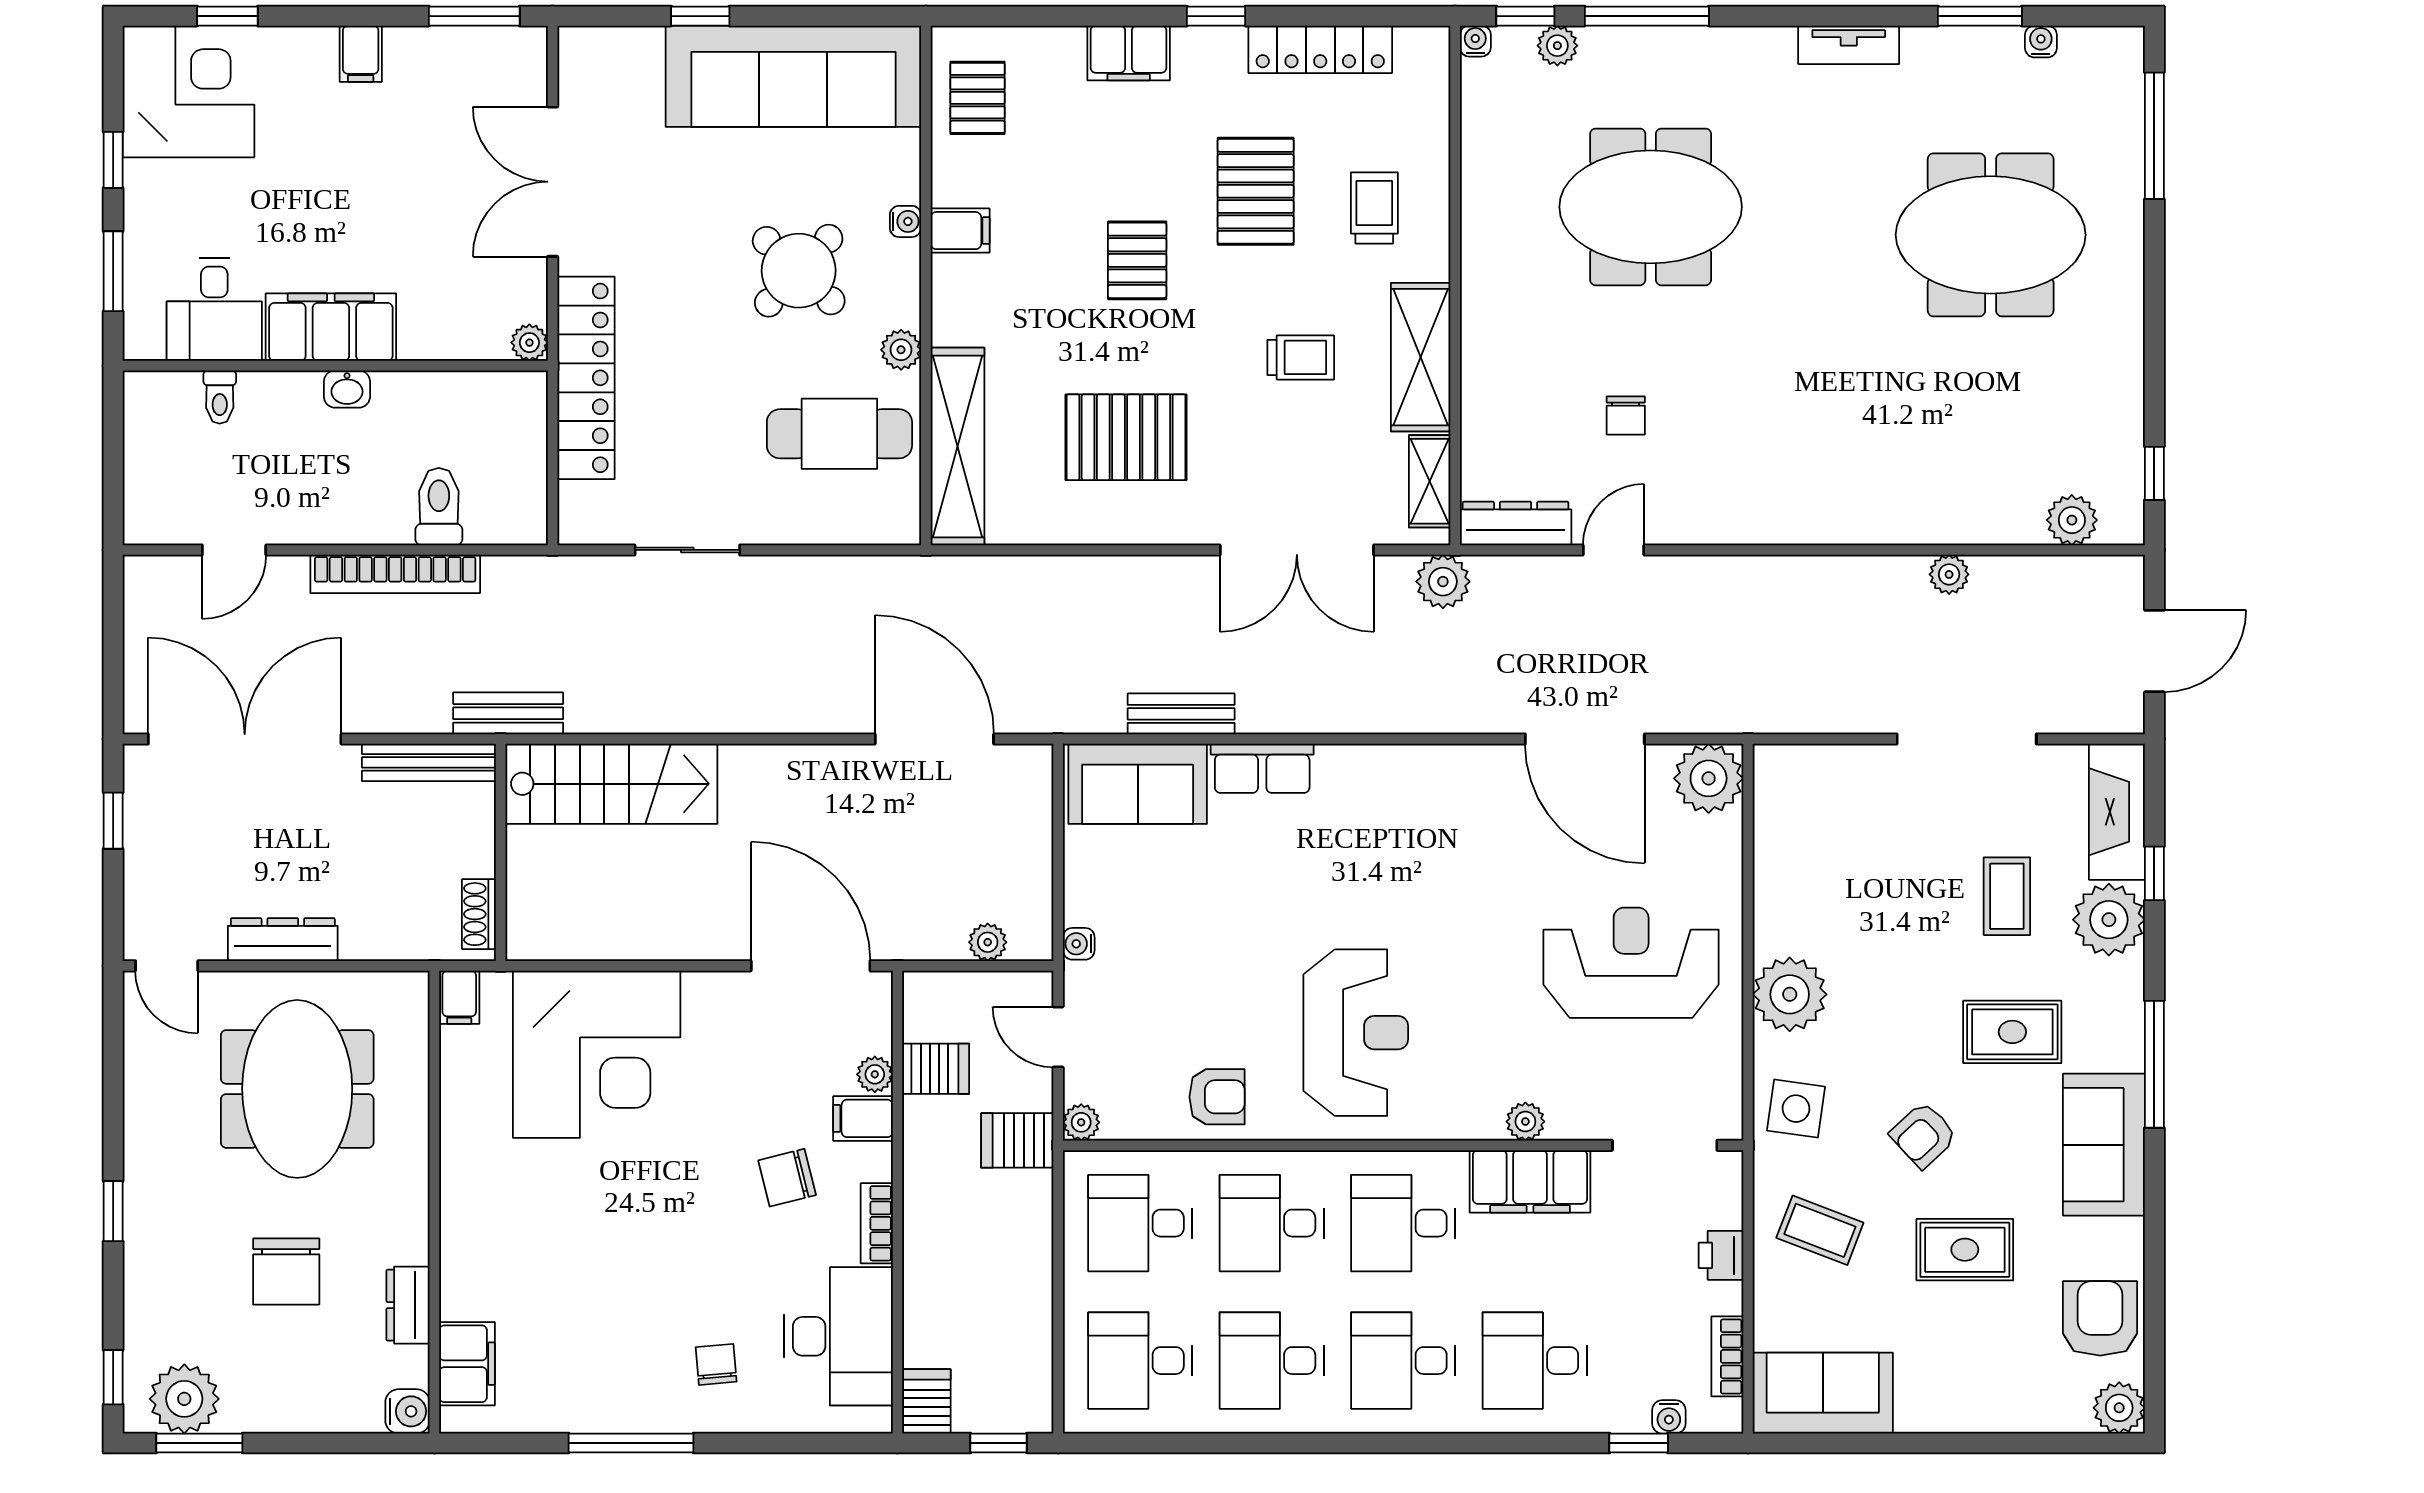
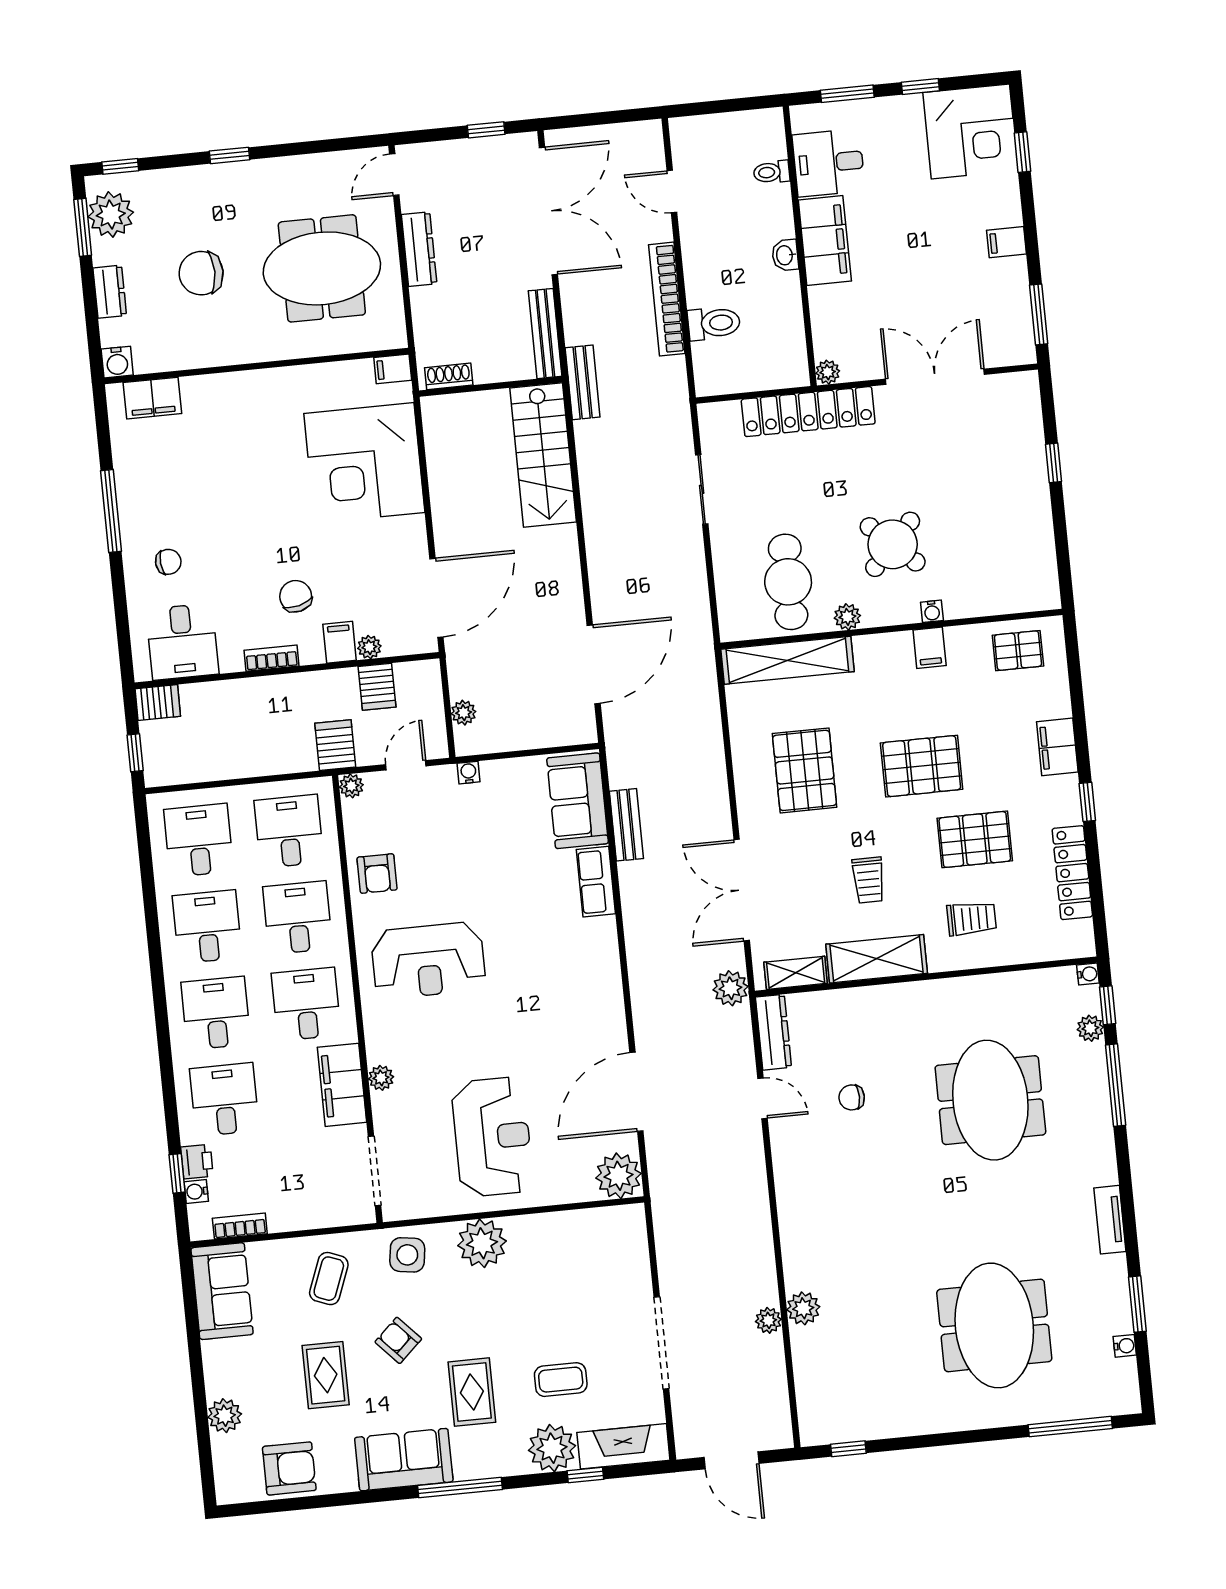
sofa: (793, 76) -> (1020, 528), removed
pallet: (1137, 260) -> (922, 766), width x1.50, depth x1.42
plant: (2072, 520) -> (803, 1308), moved
printer: (1721, 1255) -> (197, 1162), moved, turned 90
dresser: (408, 1305) -> (110, 292), moved, turned 90
desk: (838, 1336) -> (182, 642), width x0.73
plant: (2119, 1408) -> (225, 1416), moved

